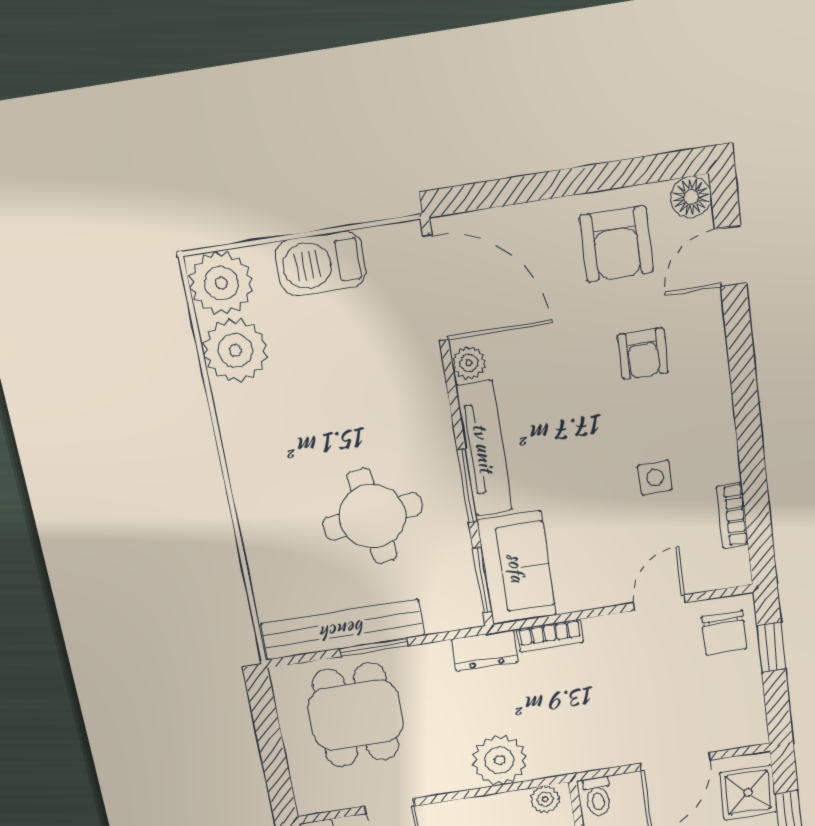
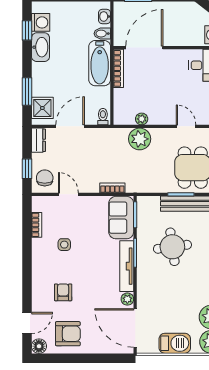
armchair: (616, 244) -> (68, 334), turned 90
door: (660, 603) -> (68, 194), swing flipped
dresser: (485, 651) -> (39, 140), moved, turned 90
plant: (545, 799) -> (142, 119), moved

